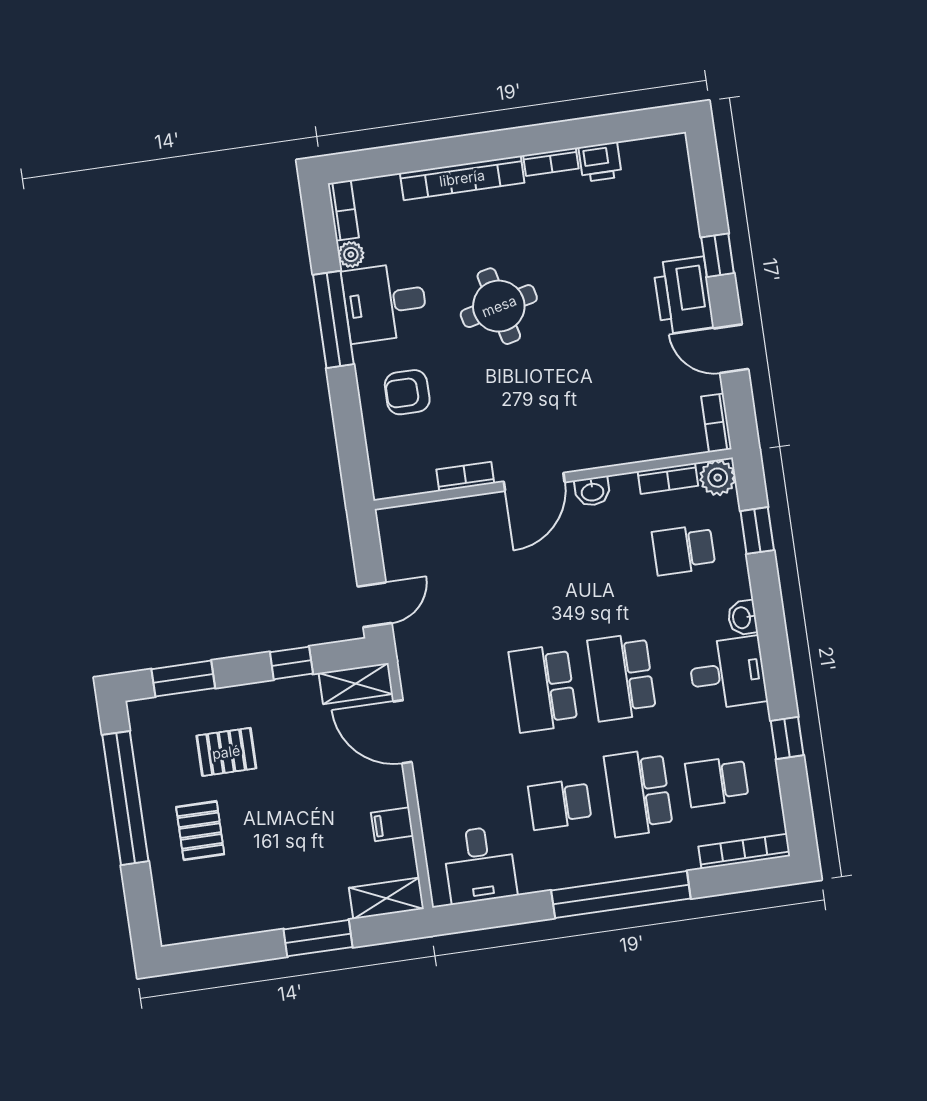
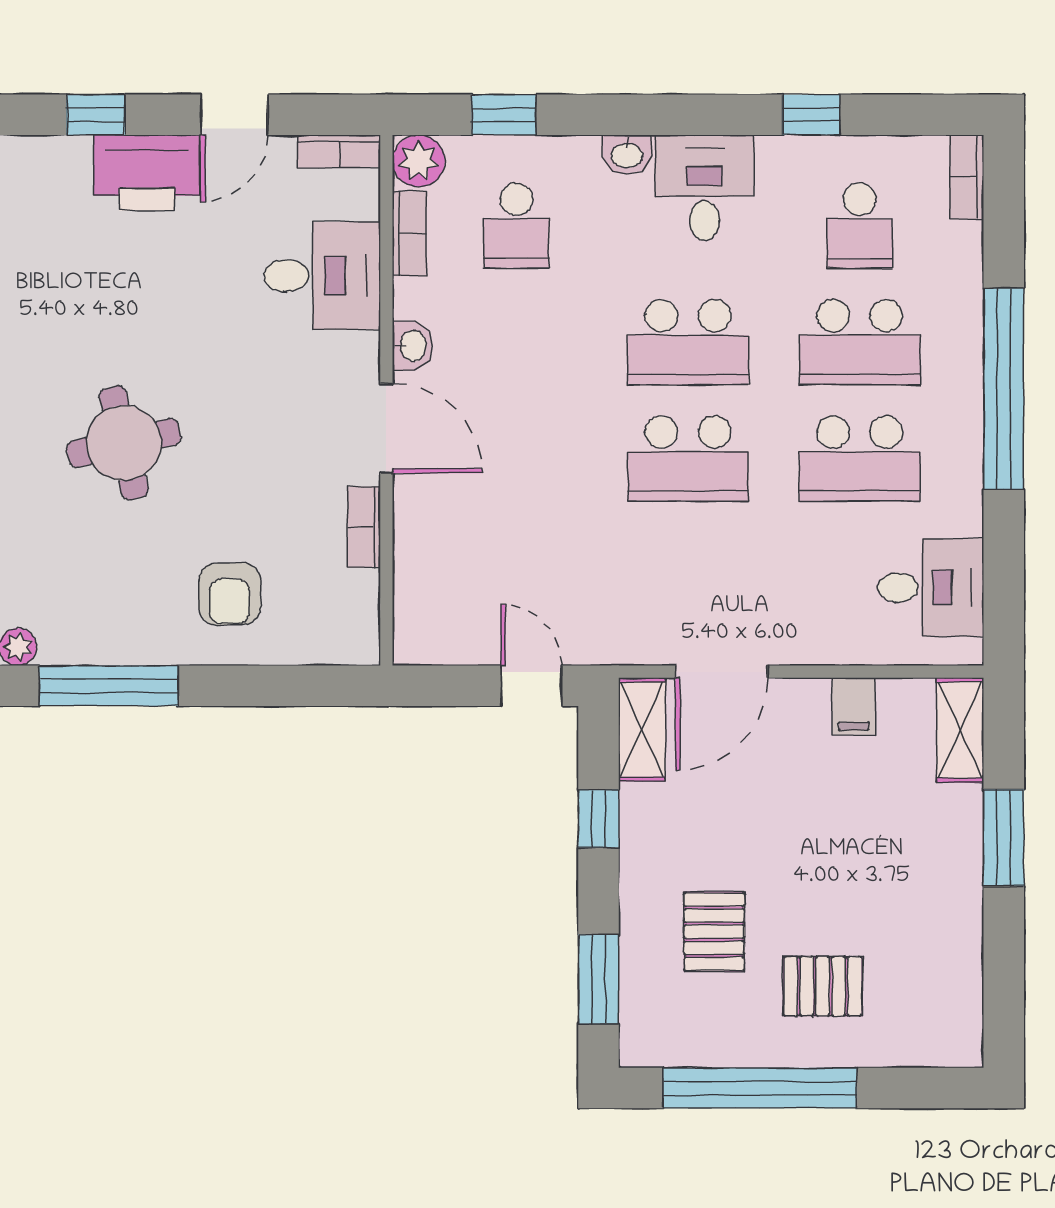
desk: (385, 302) -> (322, 276), moved, turned -90
school desk: (560, 804) -> (860, 458), width x1.85
bookcase: (744, 851) -> (967, 177), width x0.64

